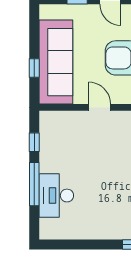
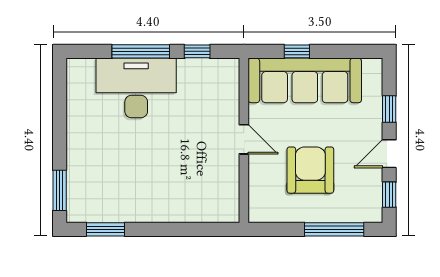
door: (100, 107) -> (244, 139), hinge flipped
desk: (56, 196) -> (136, 88), width x1.36, depth x1.30

